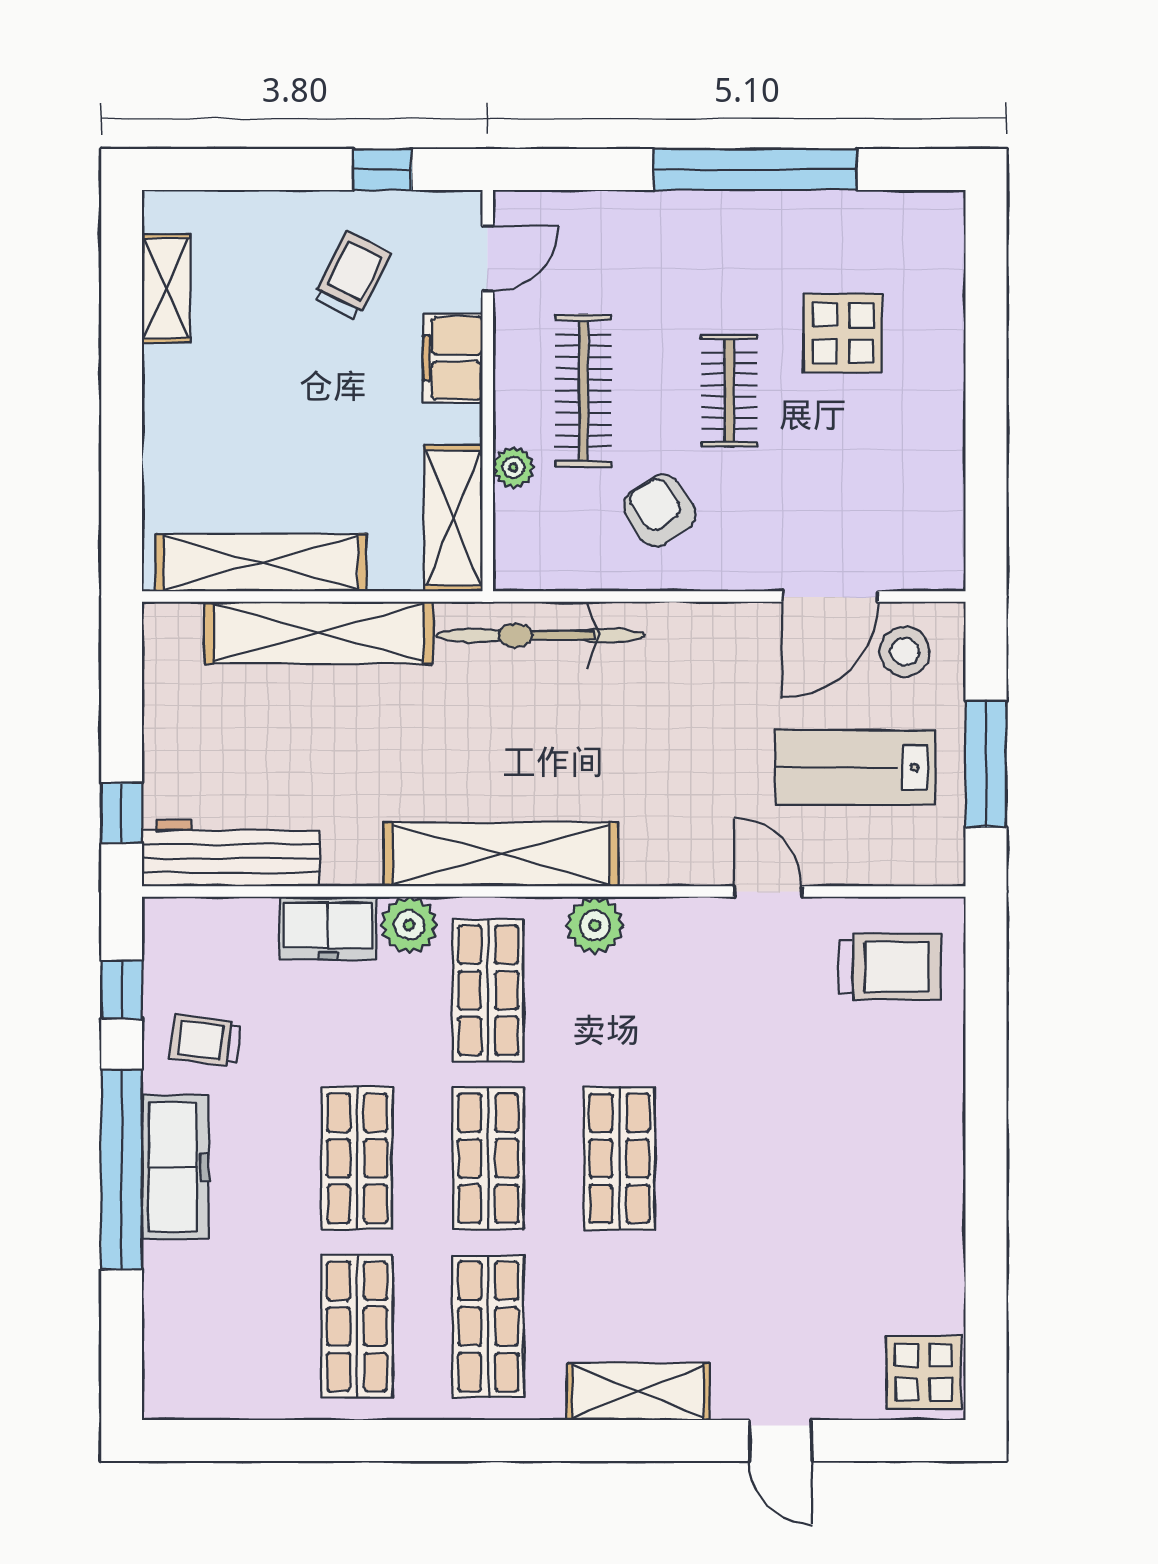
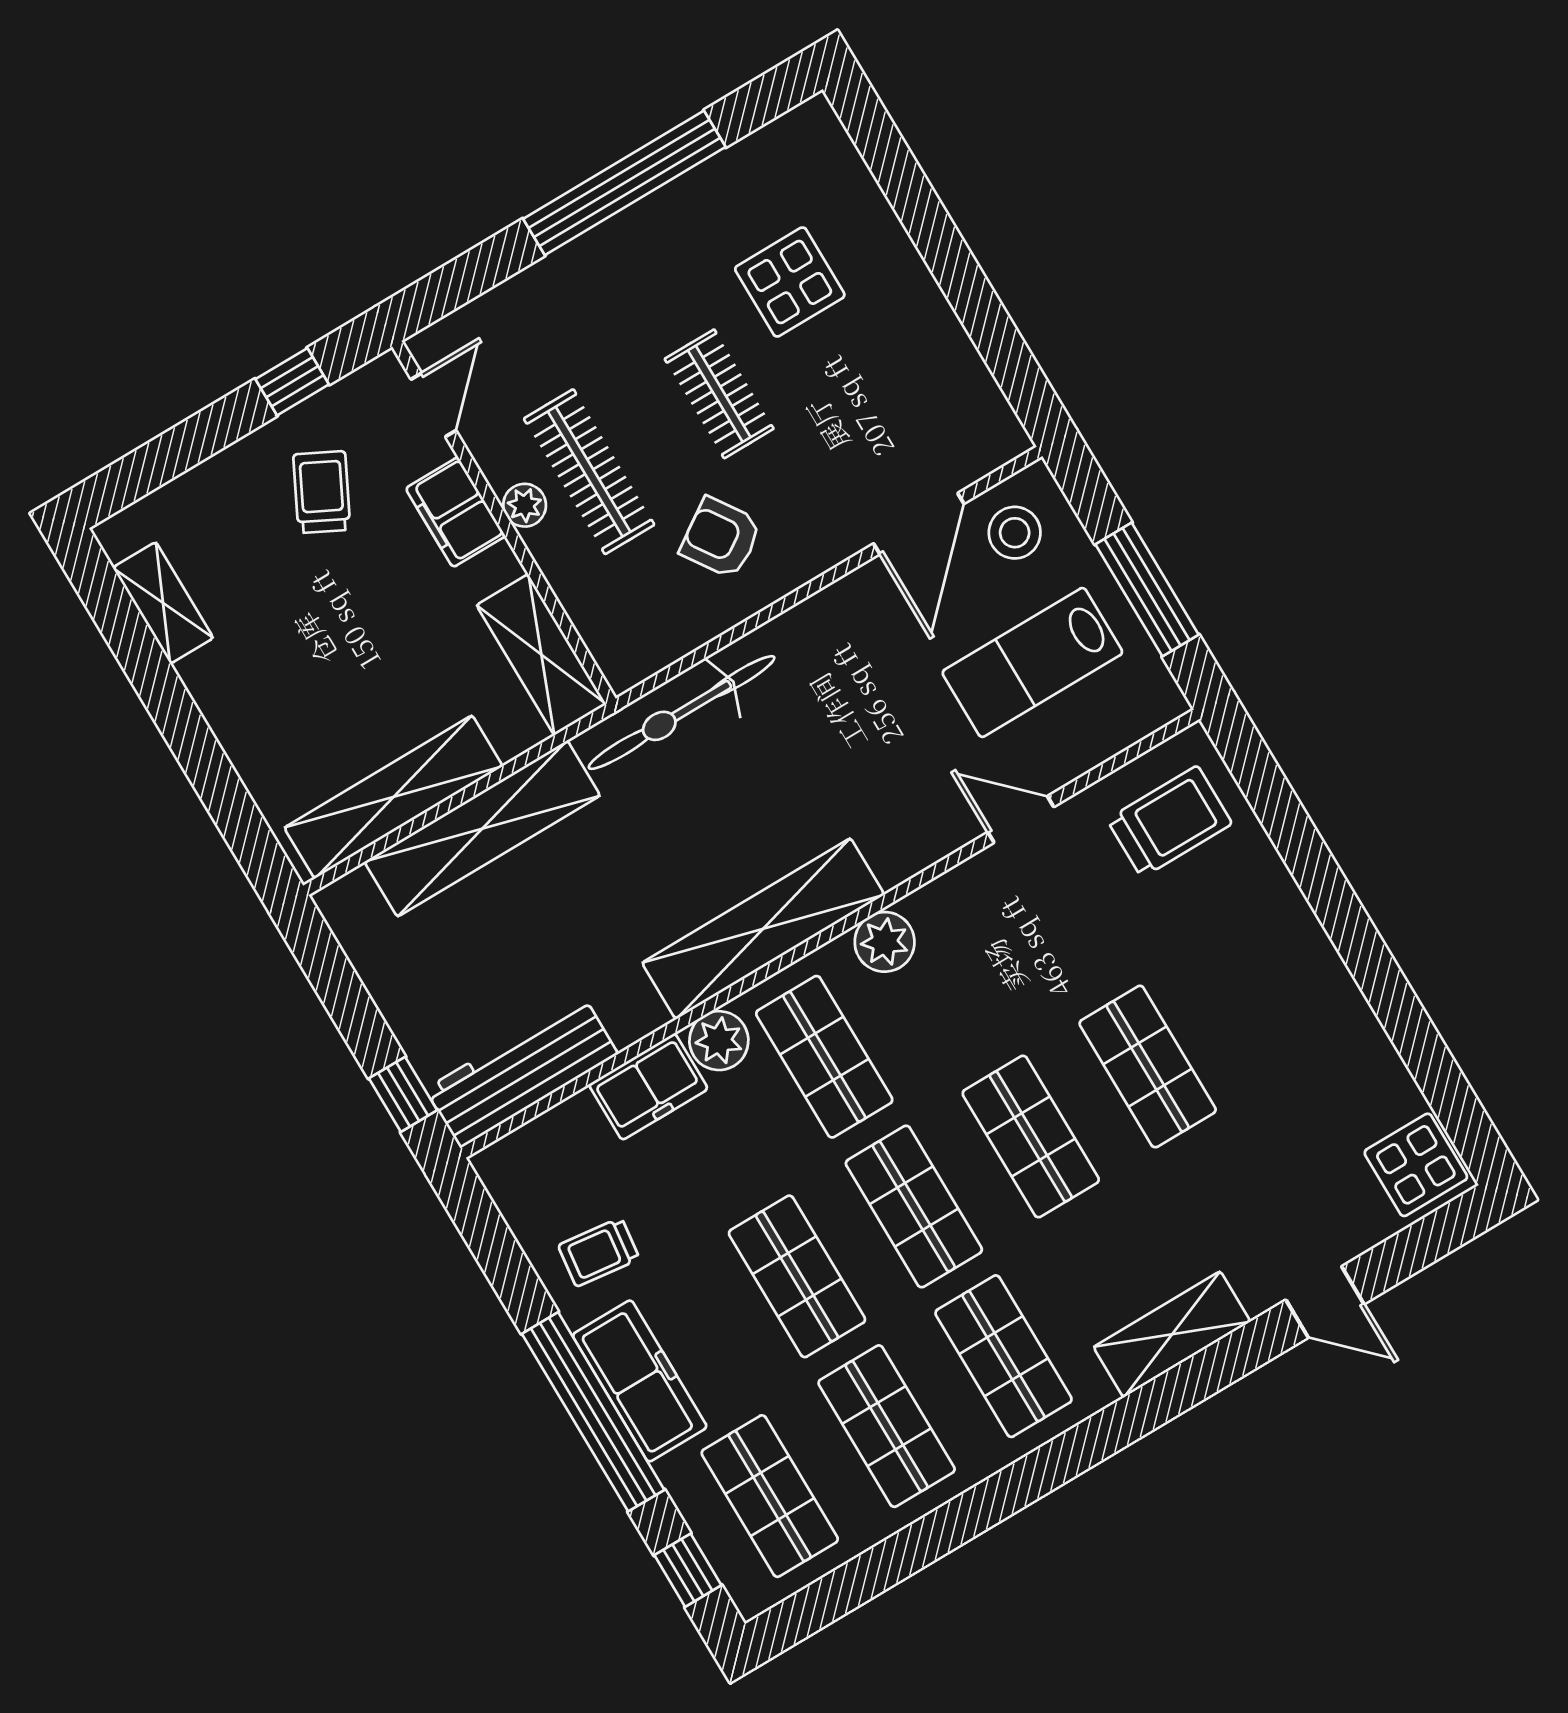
plant: (513, 467) -> (525, 505), moved
window: (122, 990) -> (688, 1570), moved
shop shelf: (751, 1158) -> (1148, 1067), added
shop shelf: (226, 1326) -> (770, 1496), added

